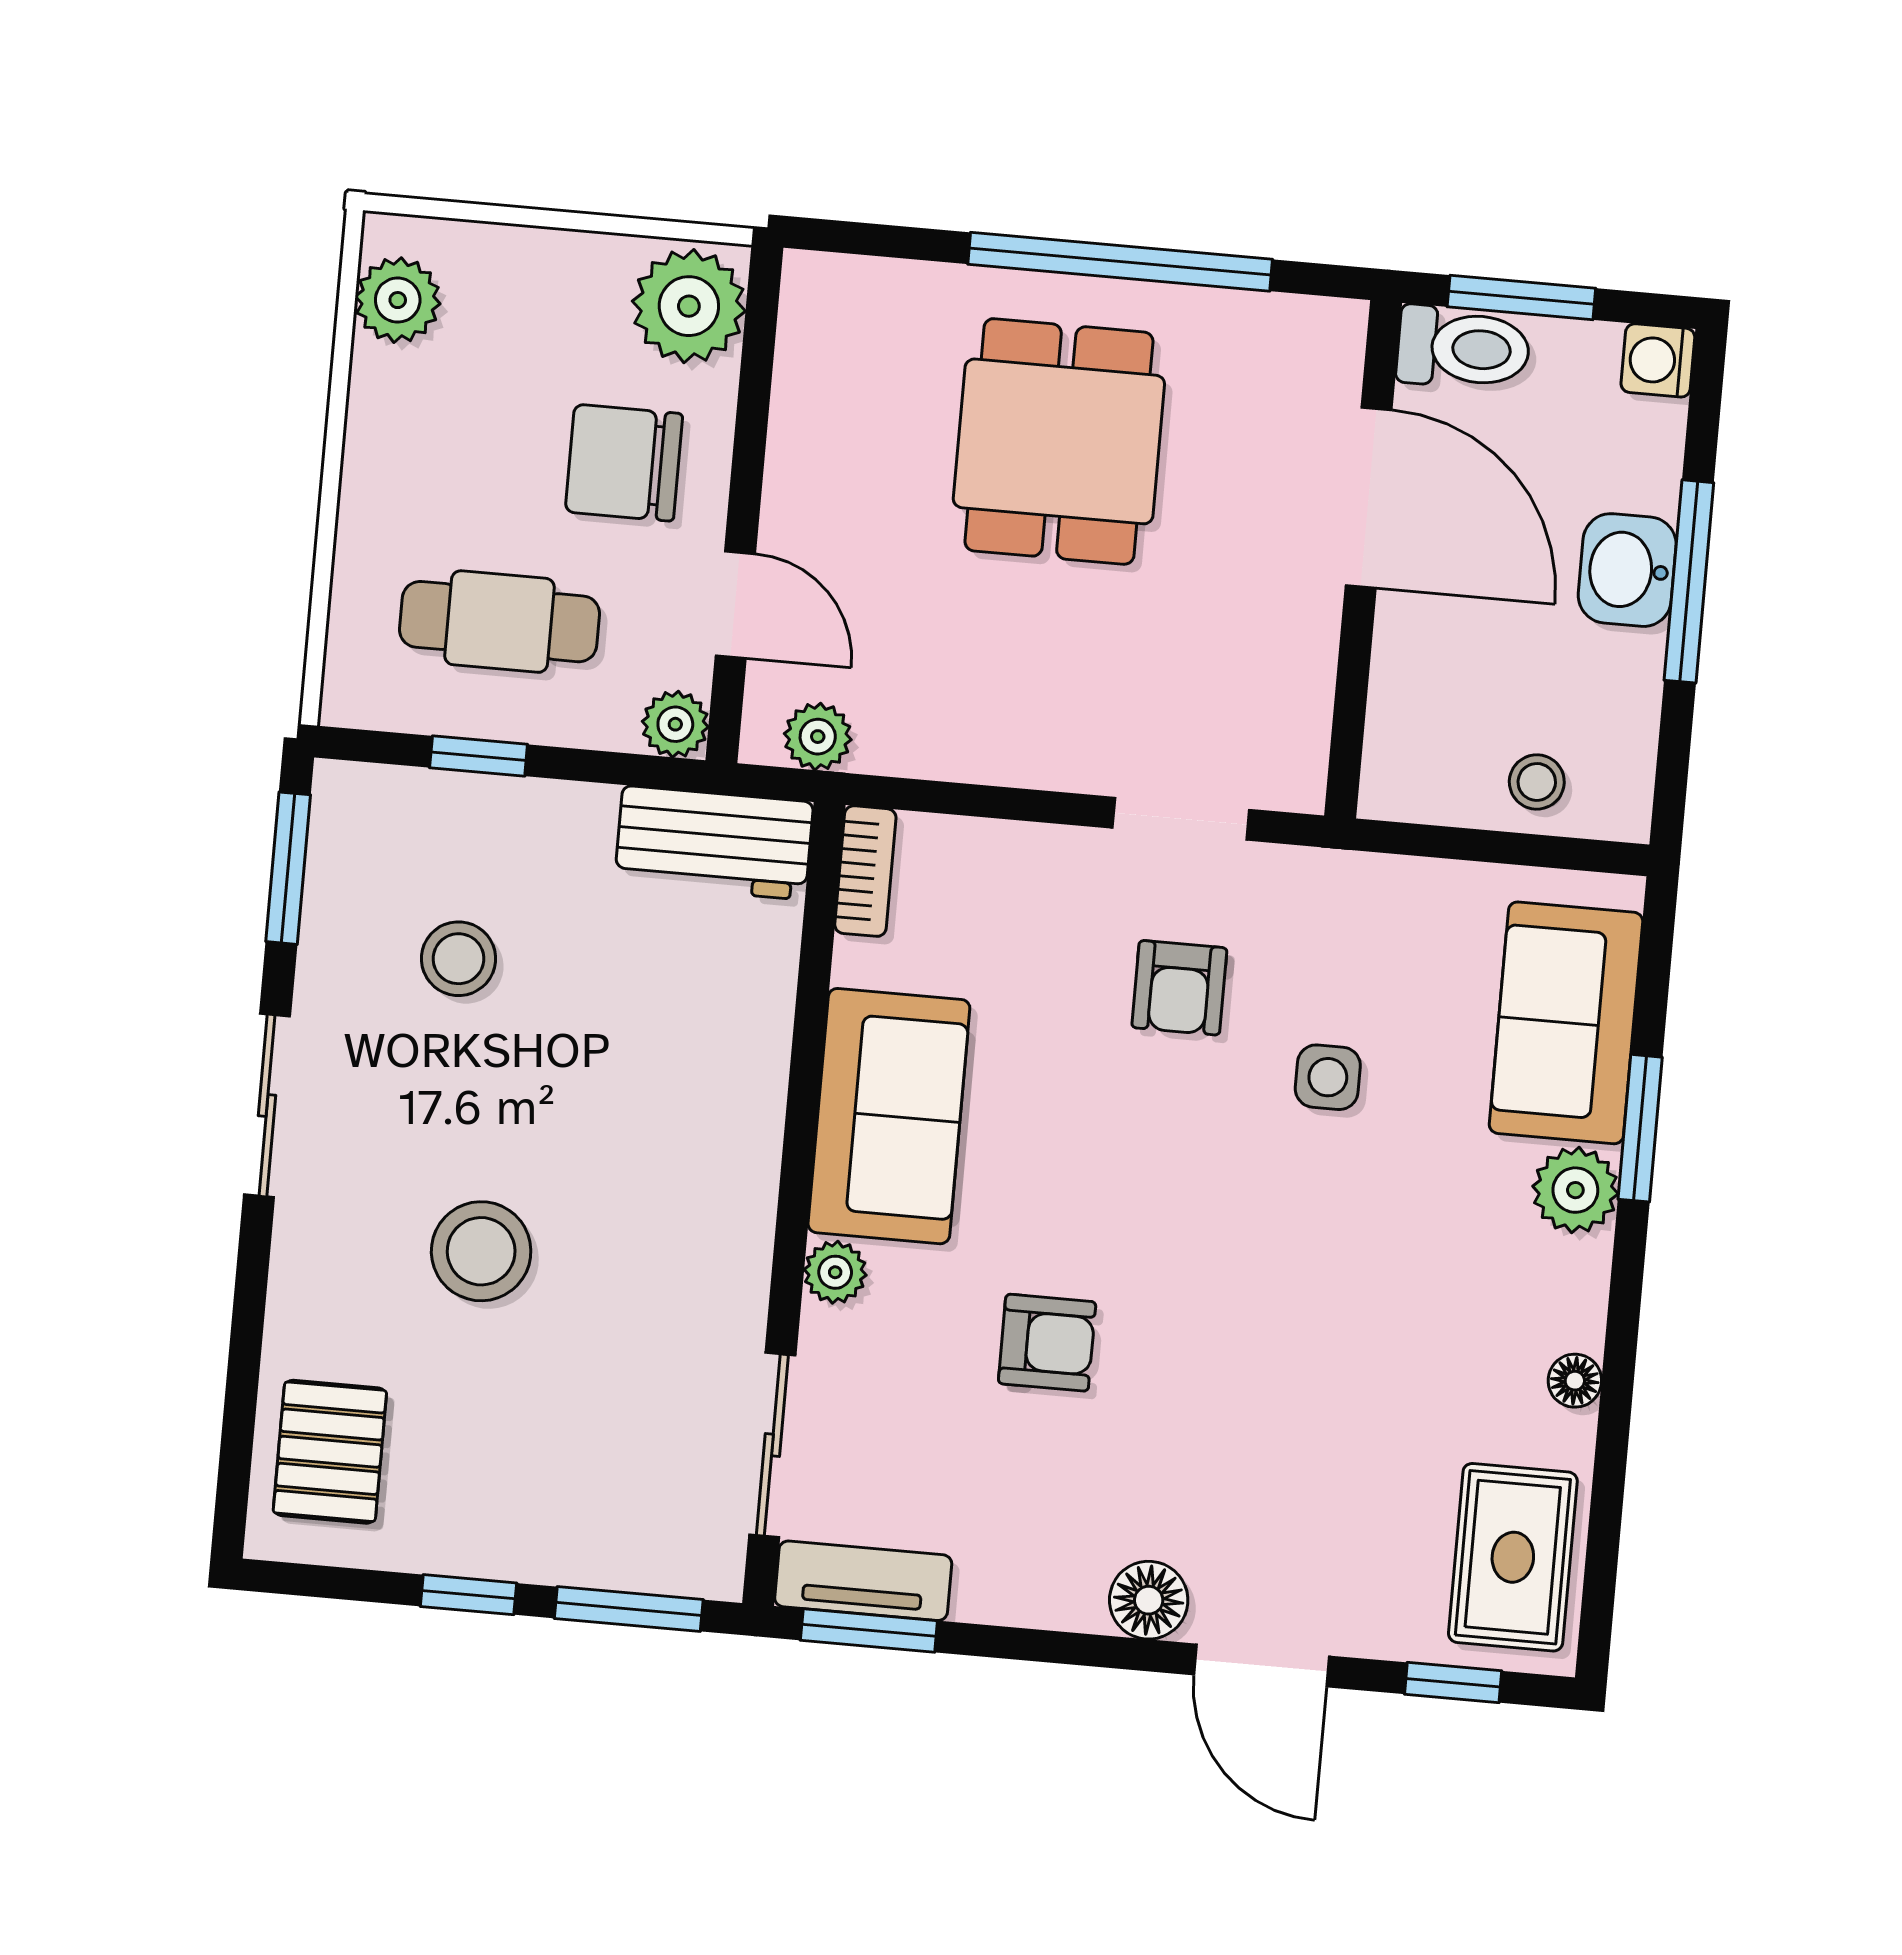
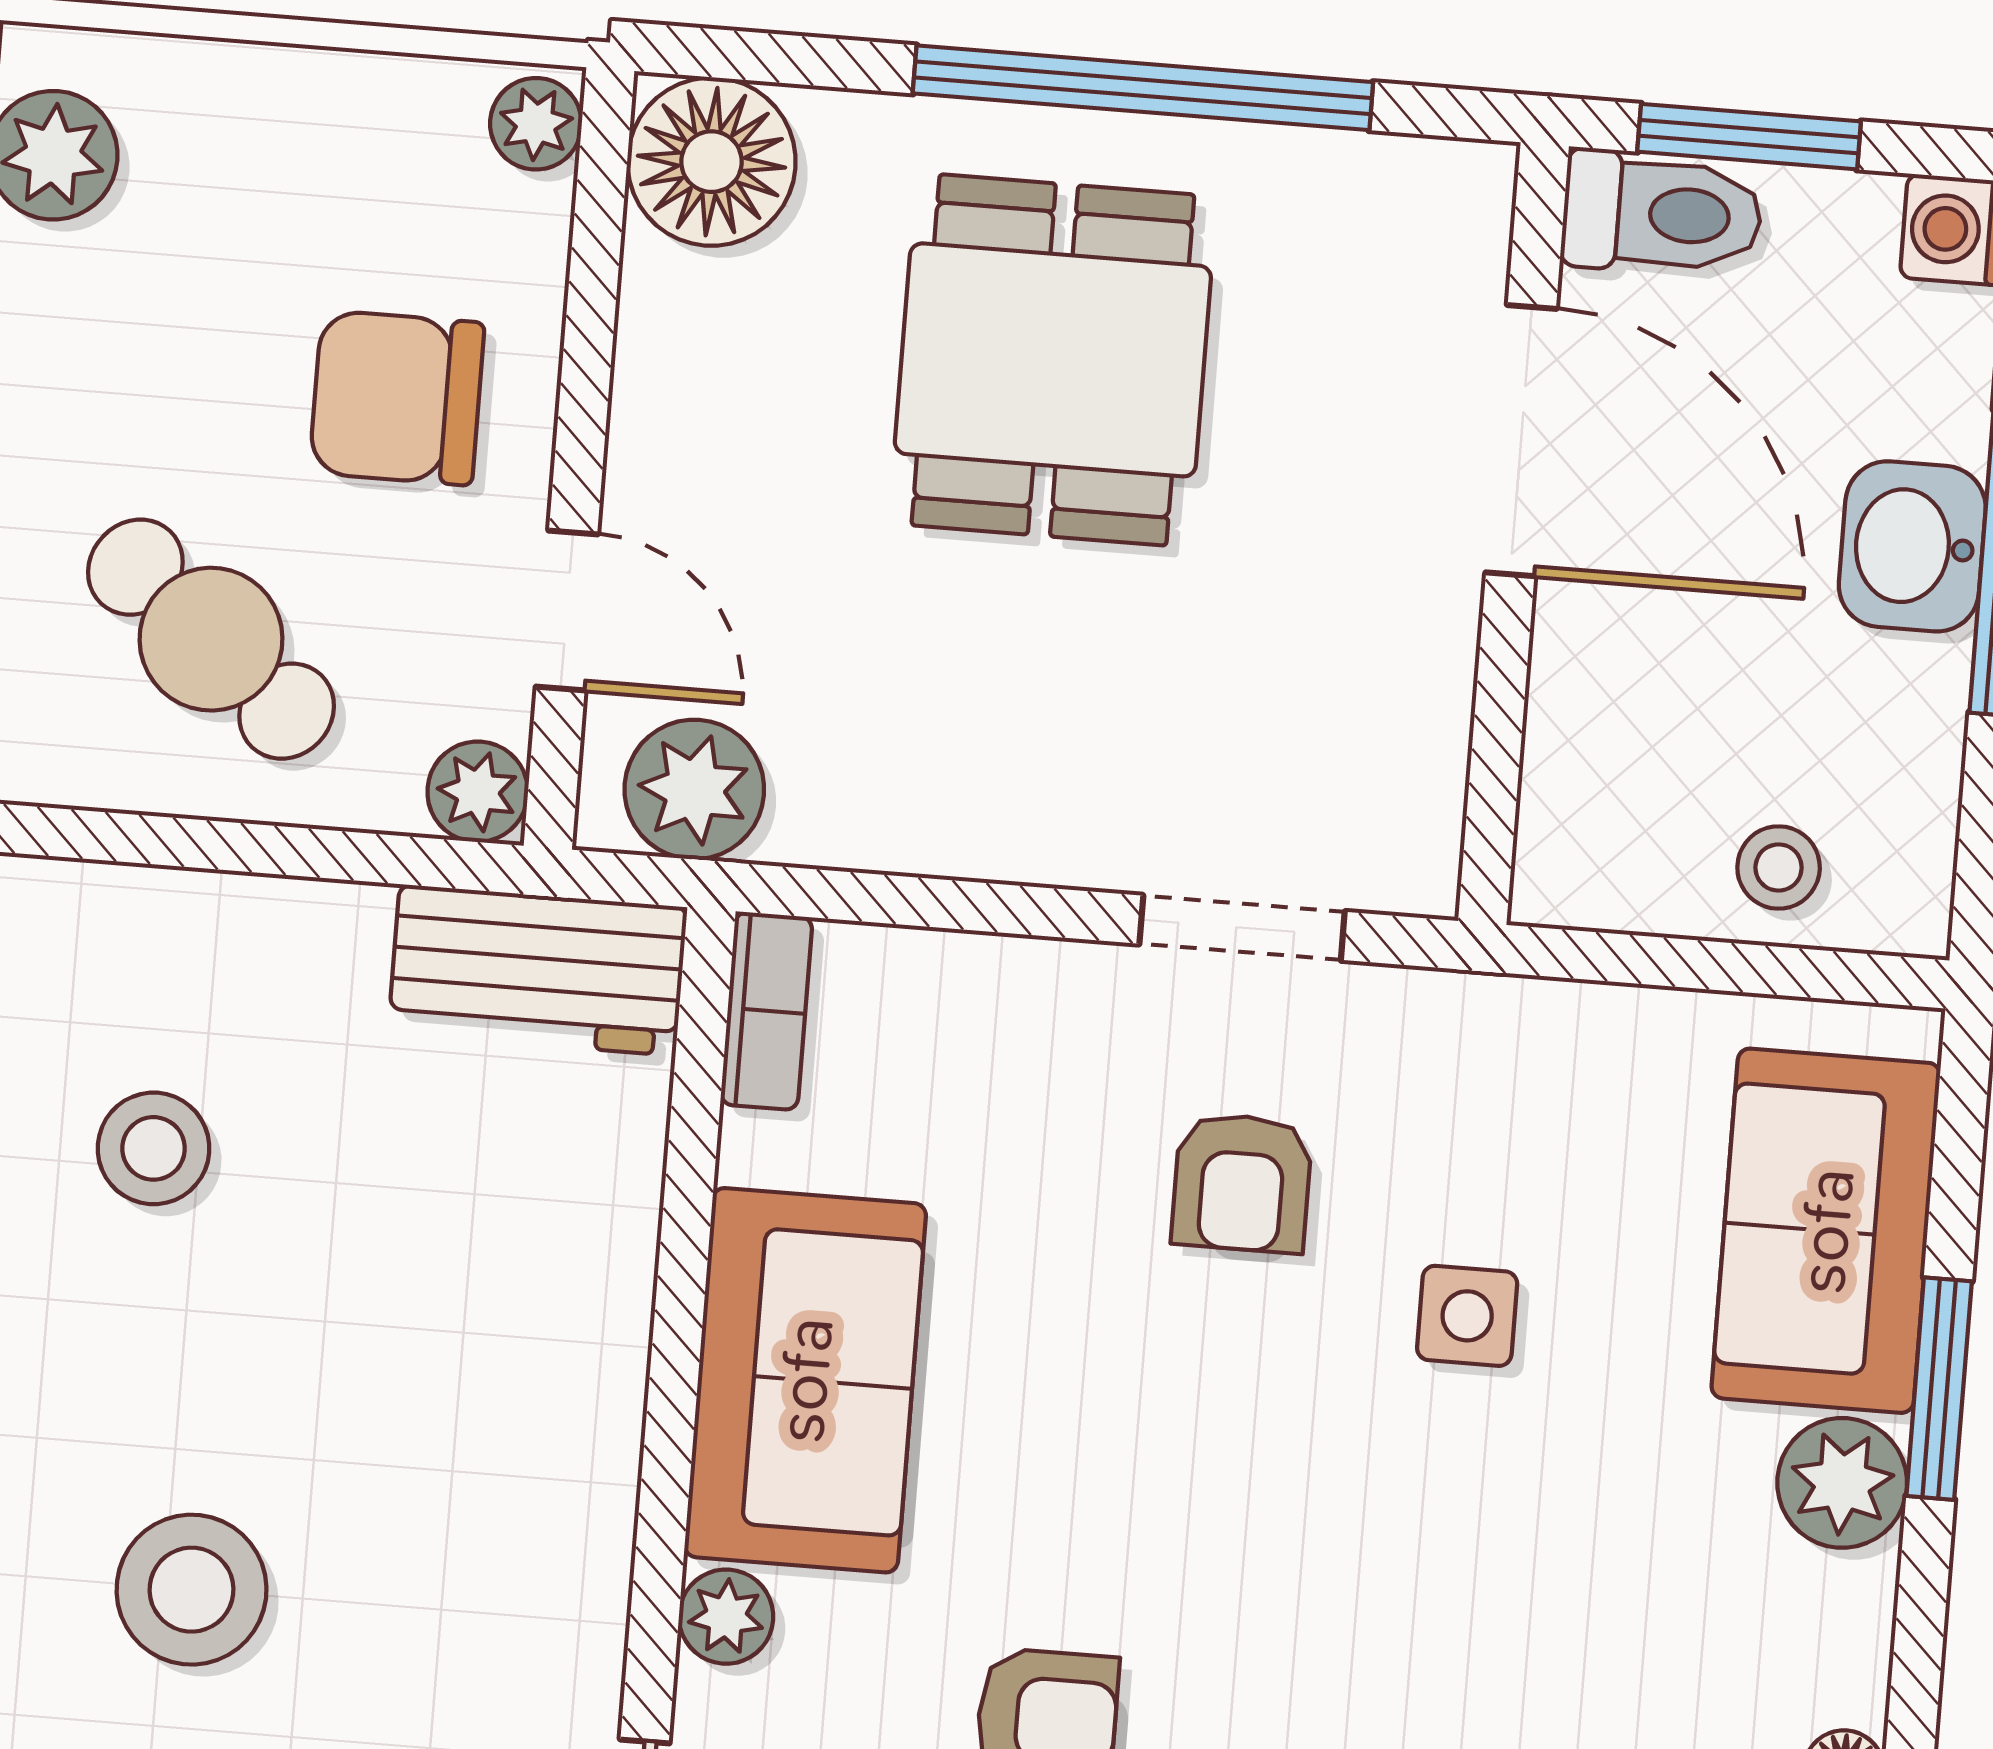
plant: (689, 306) -> (536, 124), width x0.53, depth x0.53
floor lamp: (834, 308) -> (711, 162), added
cafe table: (500, 622) -> (211, 639), turned 39
plant: (818, 737) -> (694, 789), width x1.38, depth x1.38
window: (479, 756) -> (181, 842), removed

